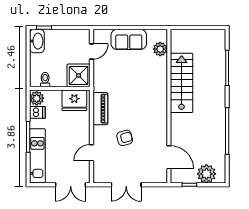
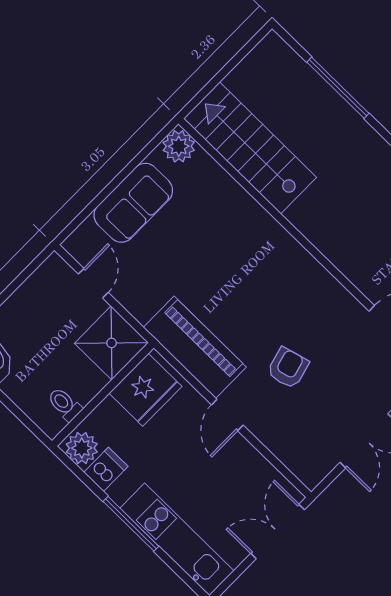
plant: (160, 49) -> (179, 146), moved
stairs: (182, 83) -> (250, 148), moved
piano: (100, 109) -> (195, 347), width x1.37, depth x1.33
door: (92, 153) -> (227, 415), moved
double door: (71, 185) -> (278, 532), swing flipped

